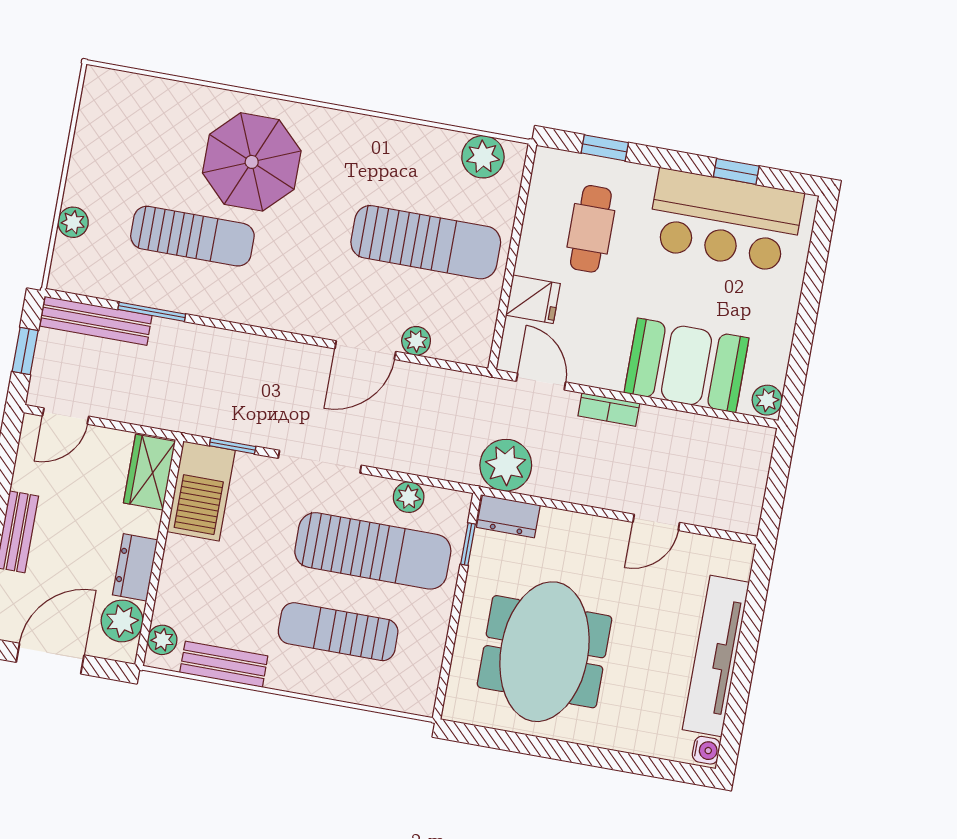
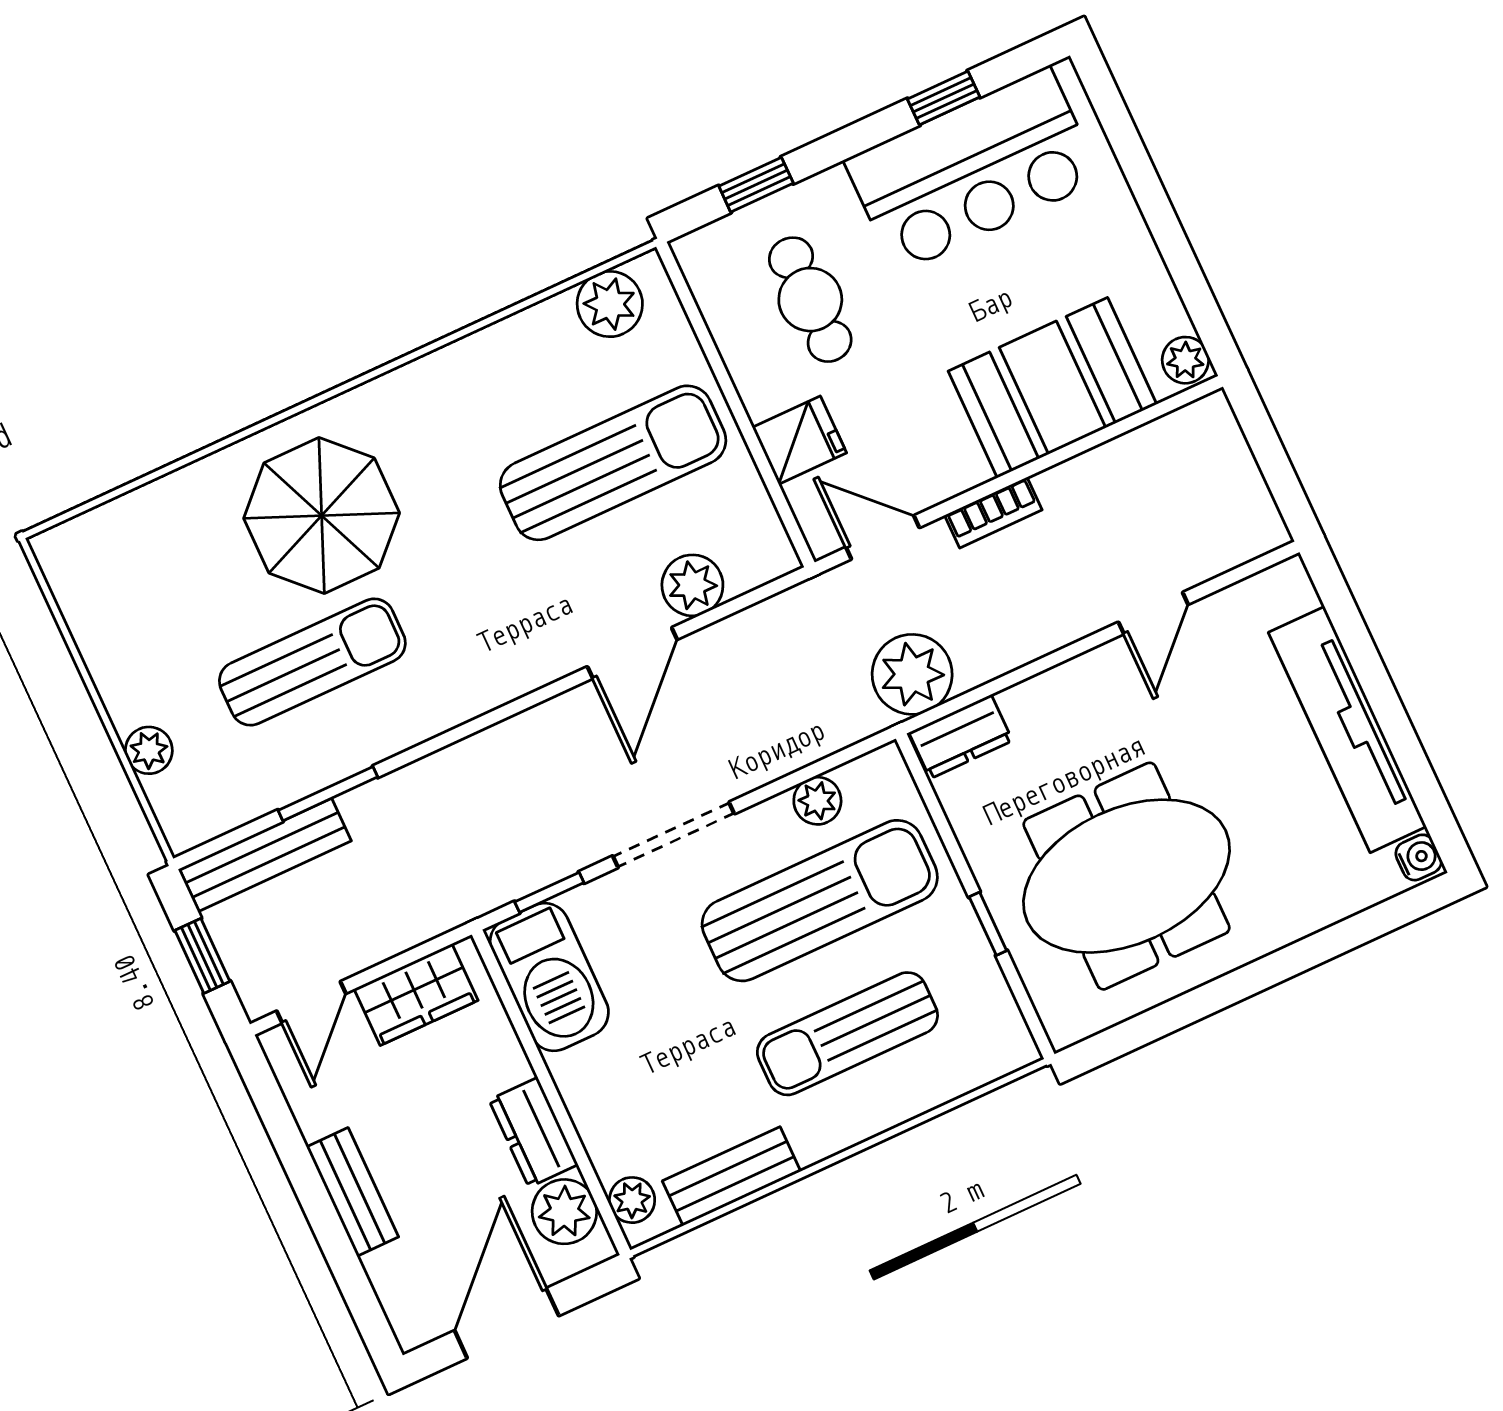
plant: (416, 341) -> (692, 585), width x1.38, depth x1.38
wardrobe: (149, 472) -> (416, 995), moved, turned -90
window: (468, 544) -> (988, 924), moved
meeting table: (545, 652) -> (1127, 876), turned 90

